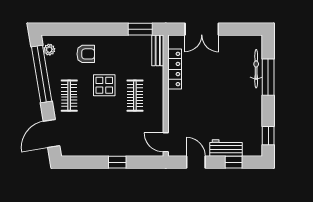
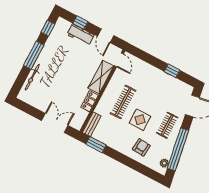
armchair: (86, 54) -> (141, 147), turned 95
locker: (175, 69) -> (90, 101), width x0.66
window: (268, 77) -> (34, 55), moved
clothes rail: (135, 96) -> (123, 102), width x1.36
shelving: (176, 111) -> (101, 77), added
window: (117, 162) -> (172, 71), moved

